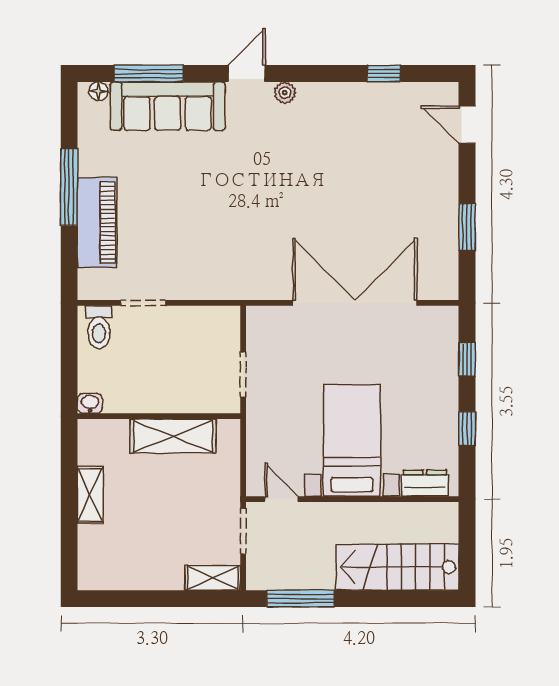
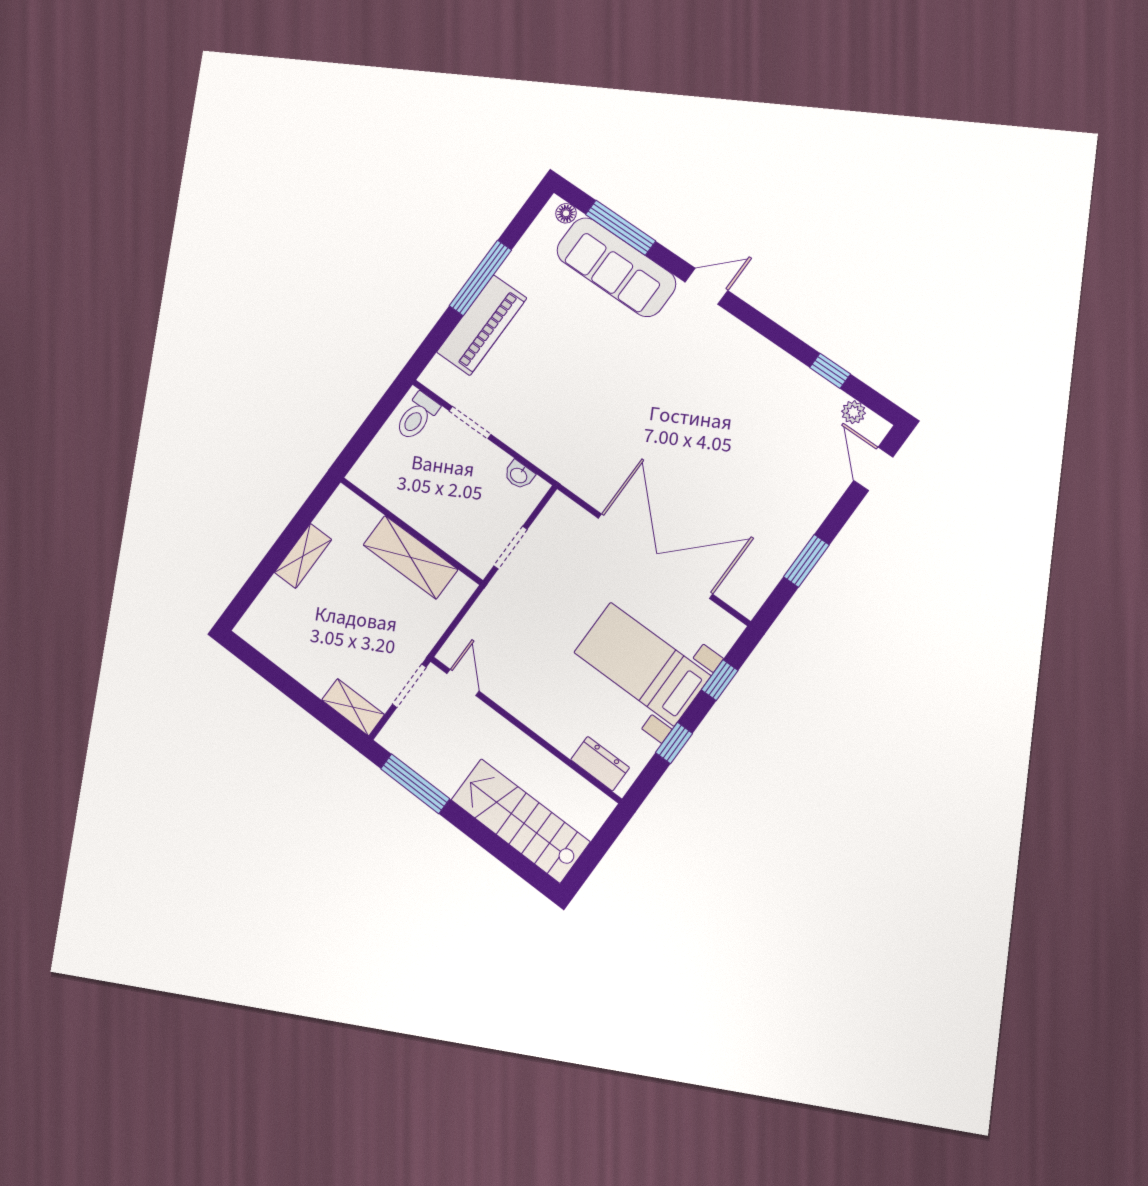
plant: (285, 93) -> (853, 412), moved
washbasin: (90, 403) -> (519, 475), moved, turned 180
bed with nightstands: (352, 440) -> (642, 664), moved, turned -90

